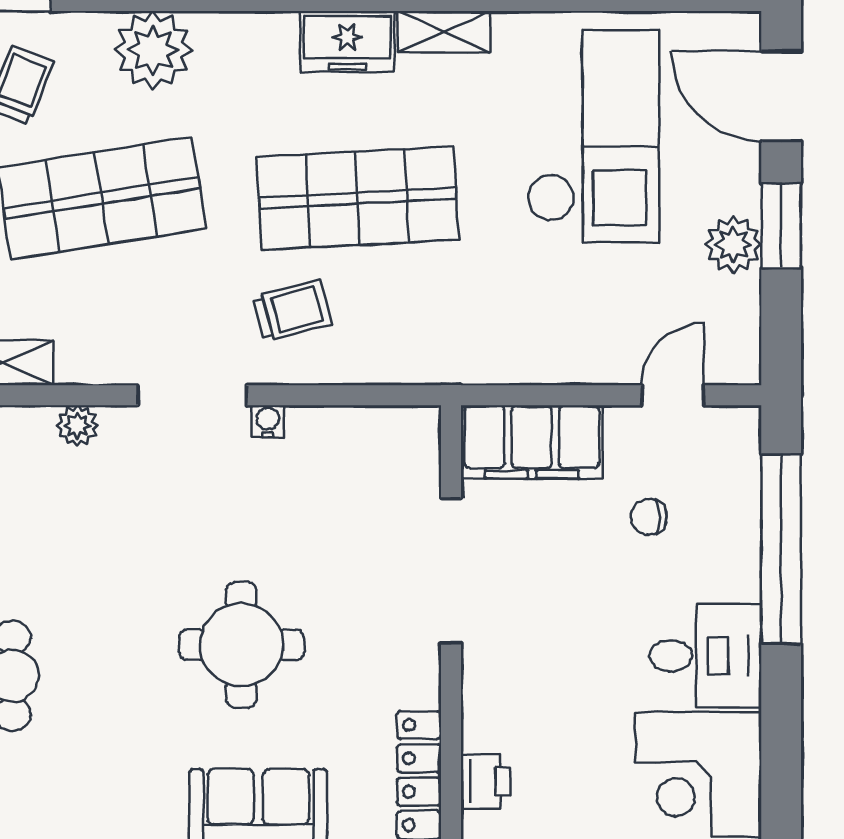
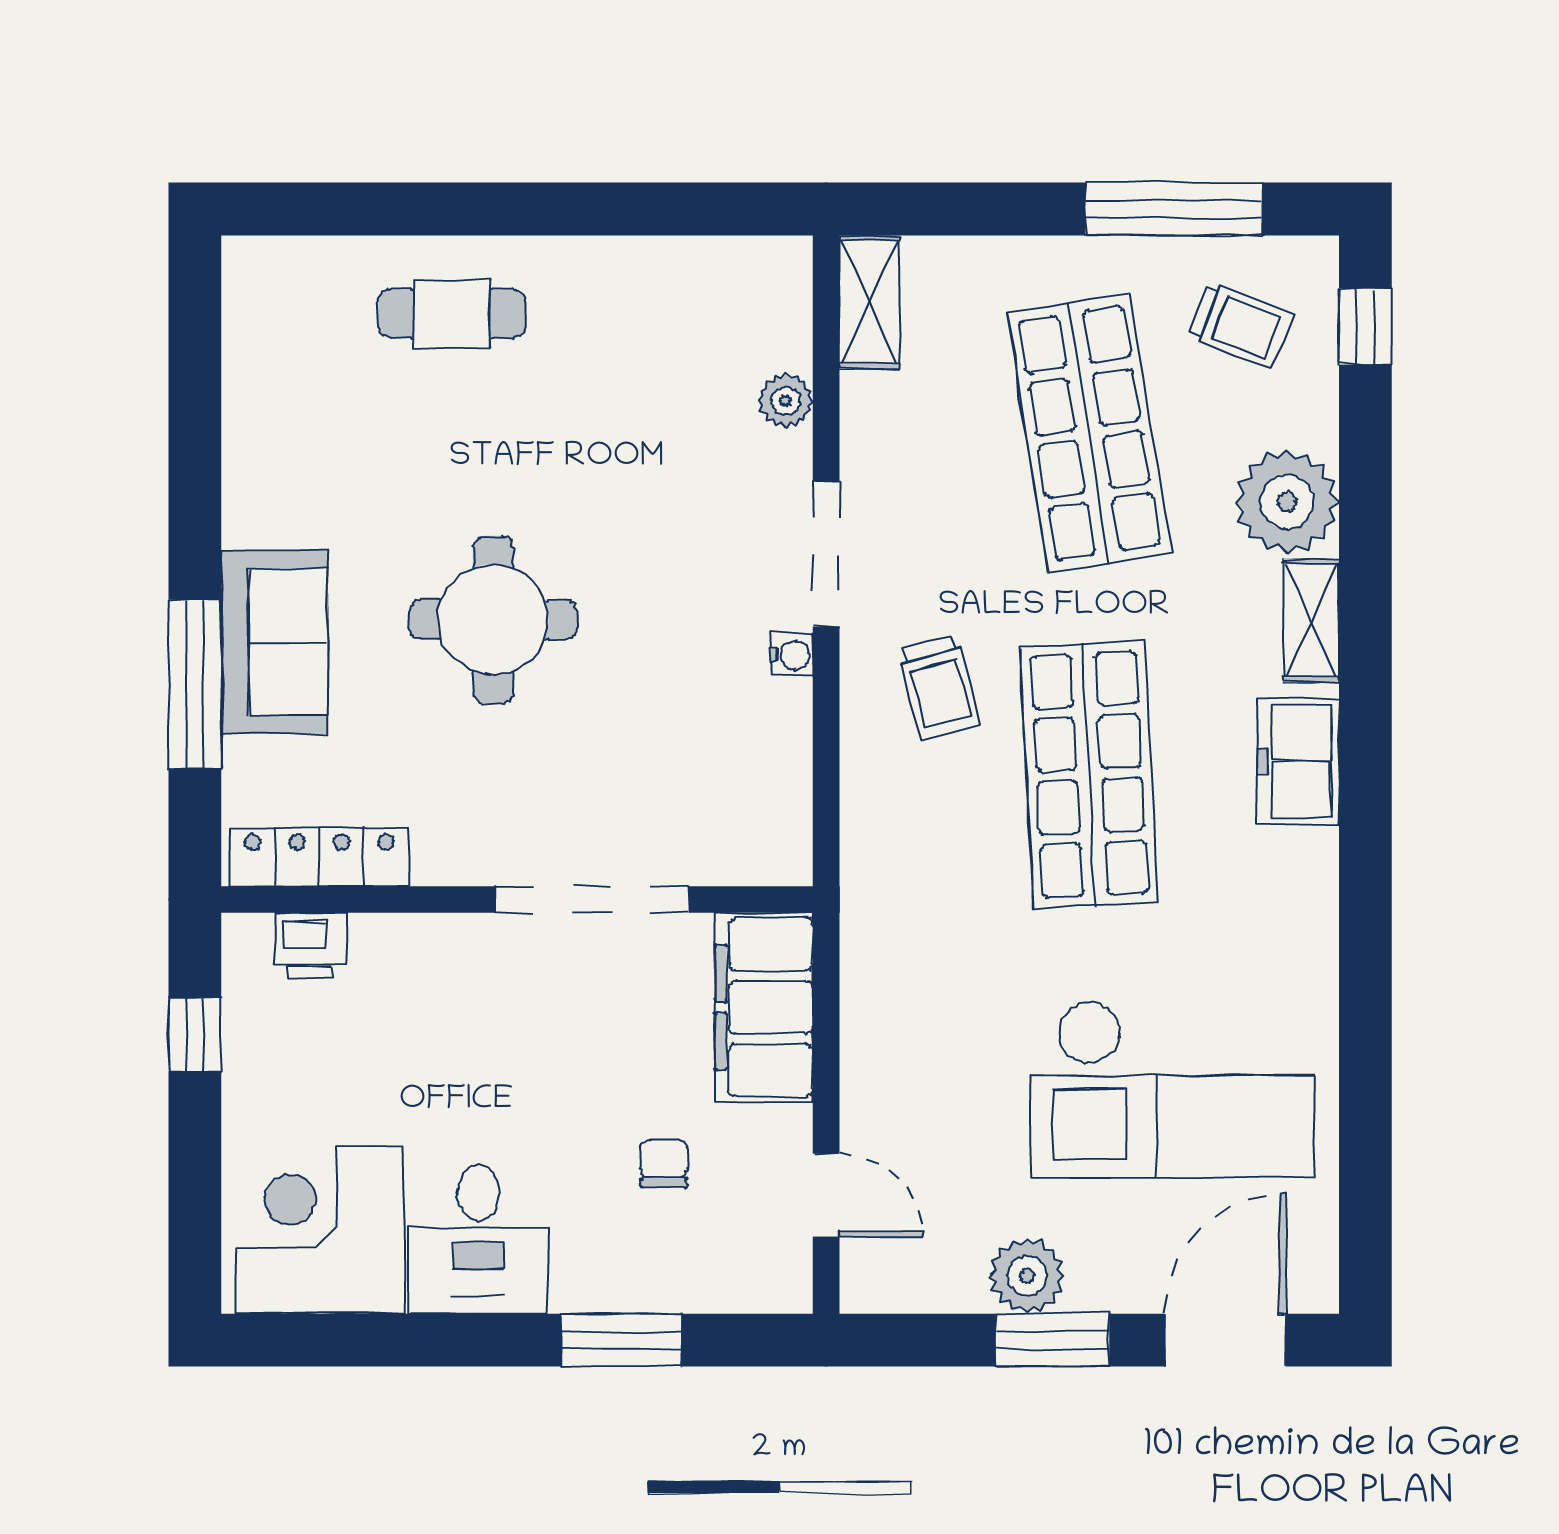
shelving: (444, 32) -> (1311, 621), moved
window: (781, 549) -> (621, 1340), width x0.47

